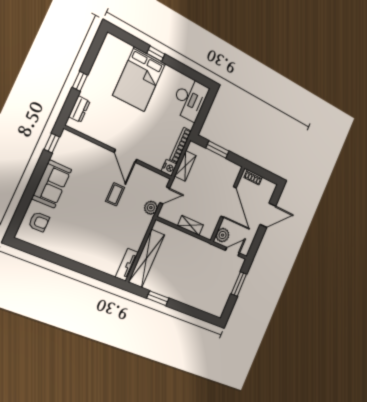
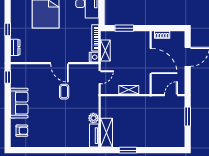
plant: (151, 208) -> (93, 118), moved
plant: (223, 235) -> (157, 86), removed
shelving: (146, 258) -> (106, 133), width x0.68

